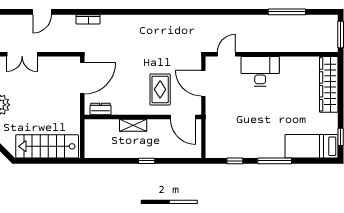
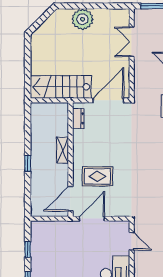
door: (82, 78) -> (108, 100), swing flipped
door: (203, 83) -> (92, 219), moved
stairs: (47, 146) -> (61, 87), moved, turned -90

